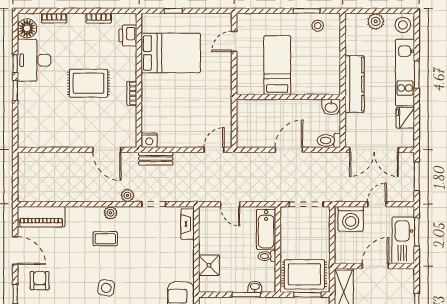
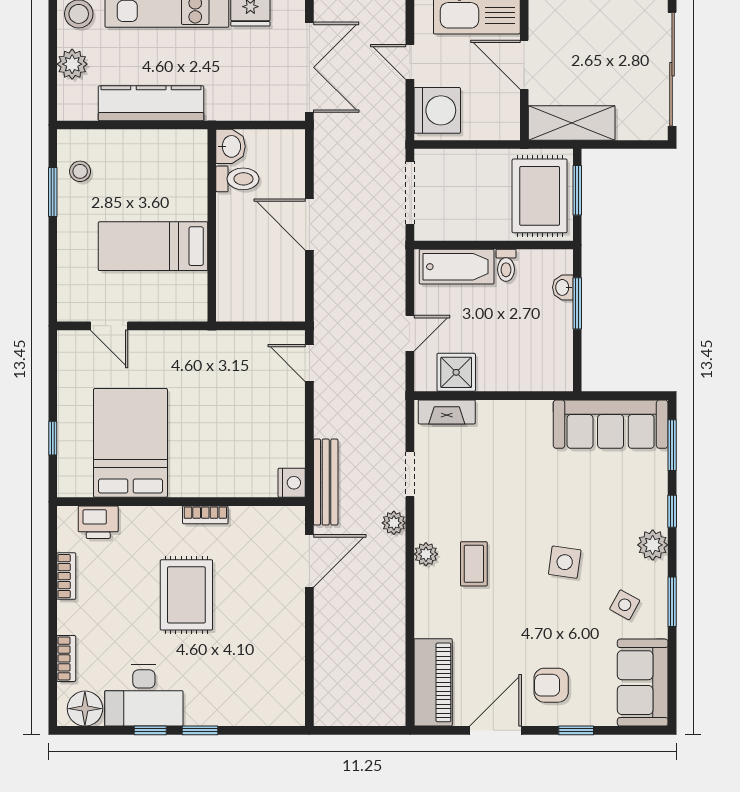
kitchen counter: (355, 84) -> (151, 103), moved
toilet: (329, 140) -> (237, 179), moved, turned -90
bench: (156, 159) -> (326, 482), width x1.36
shower: (209, 265) -> (456, 372), moved

